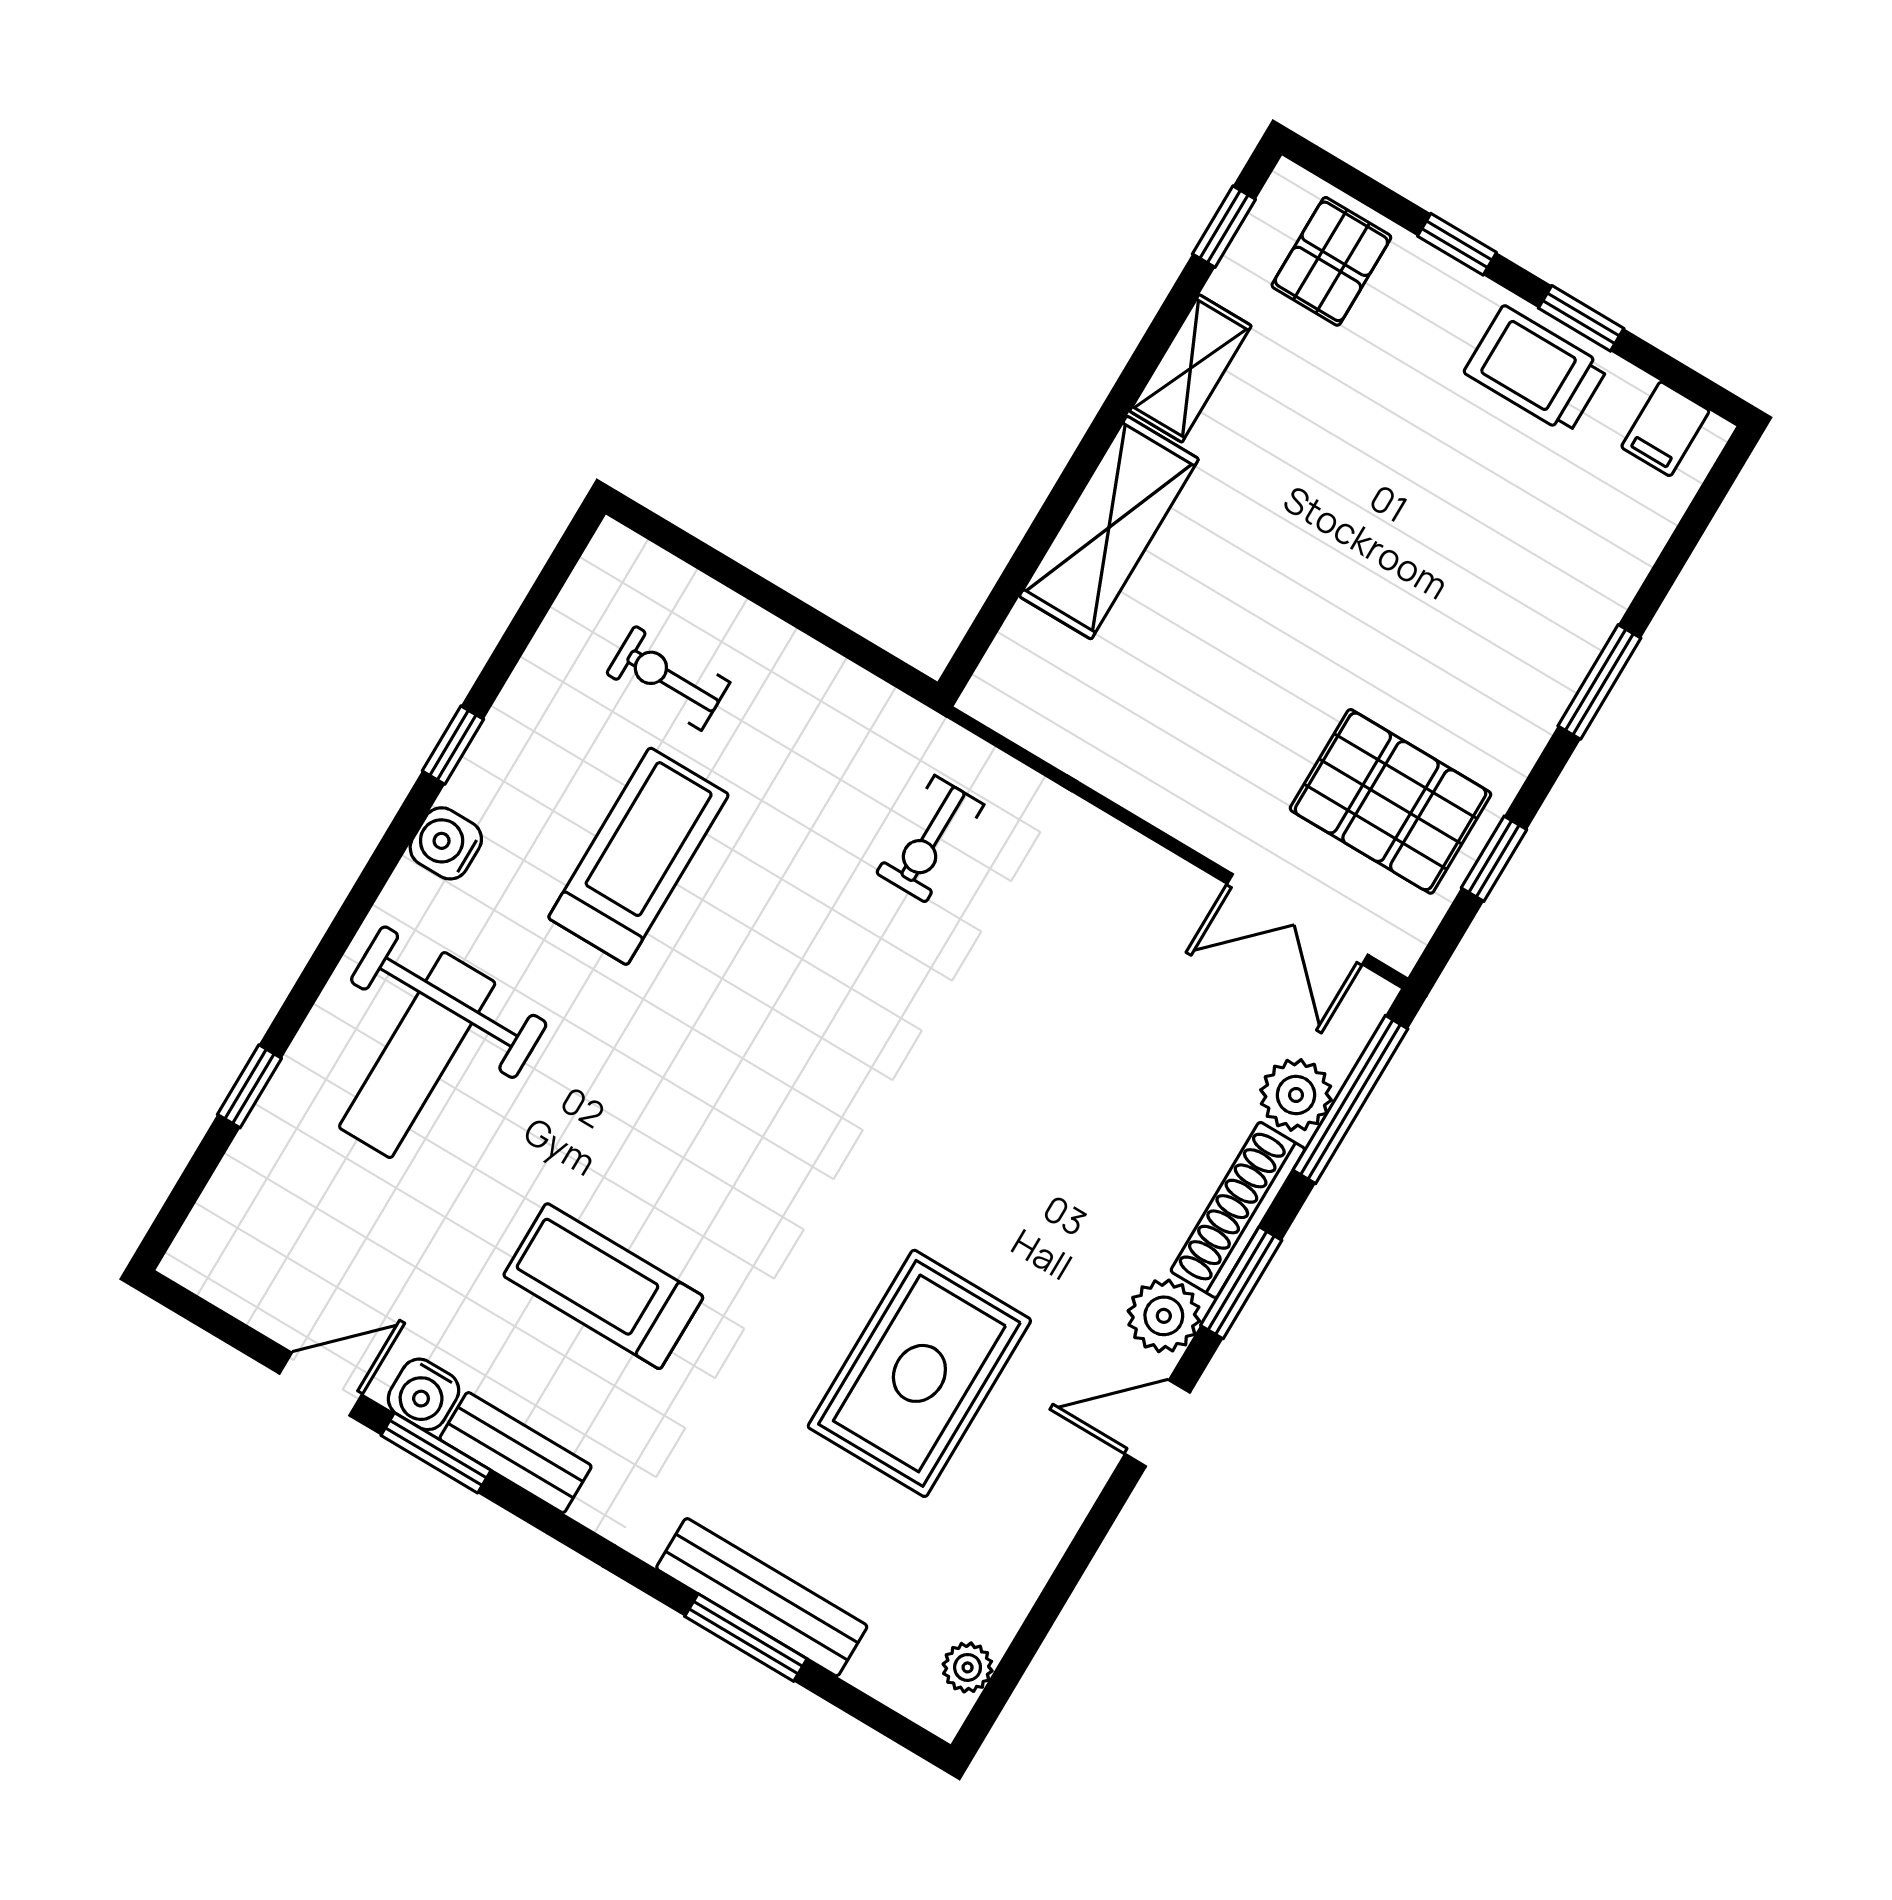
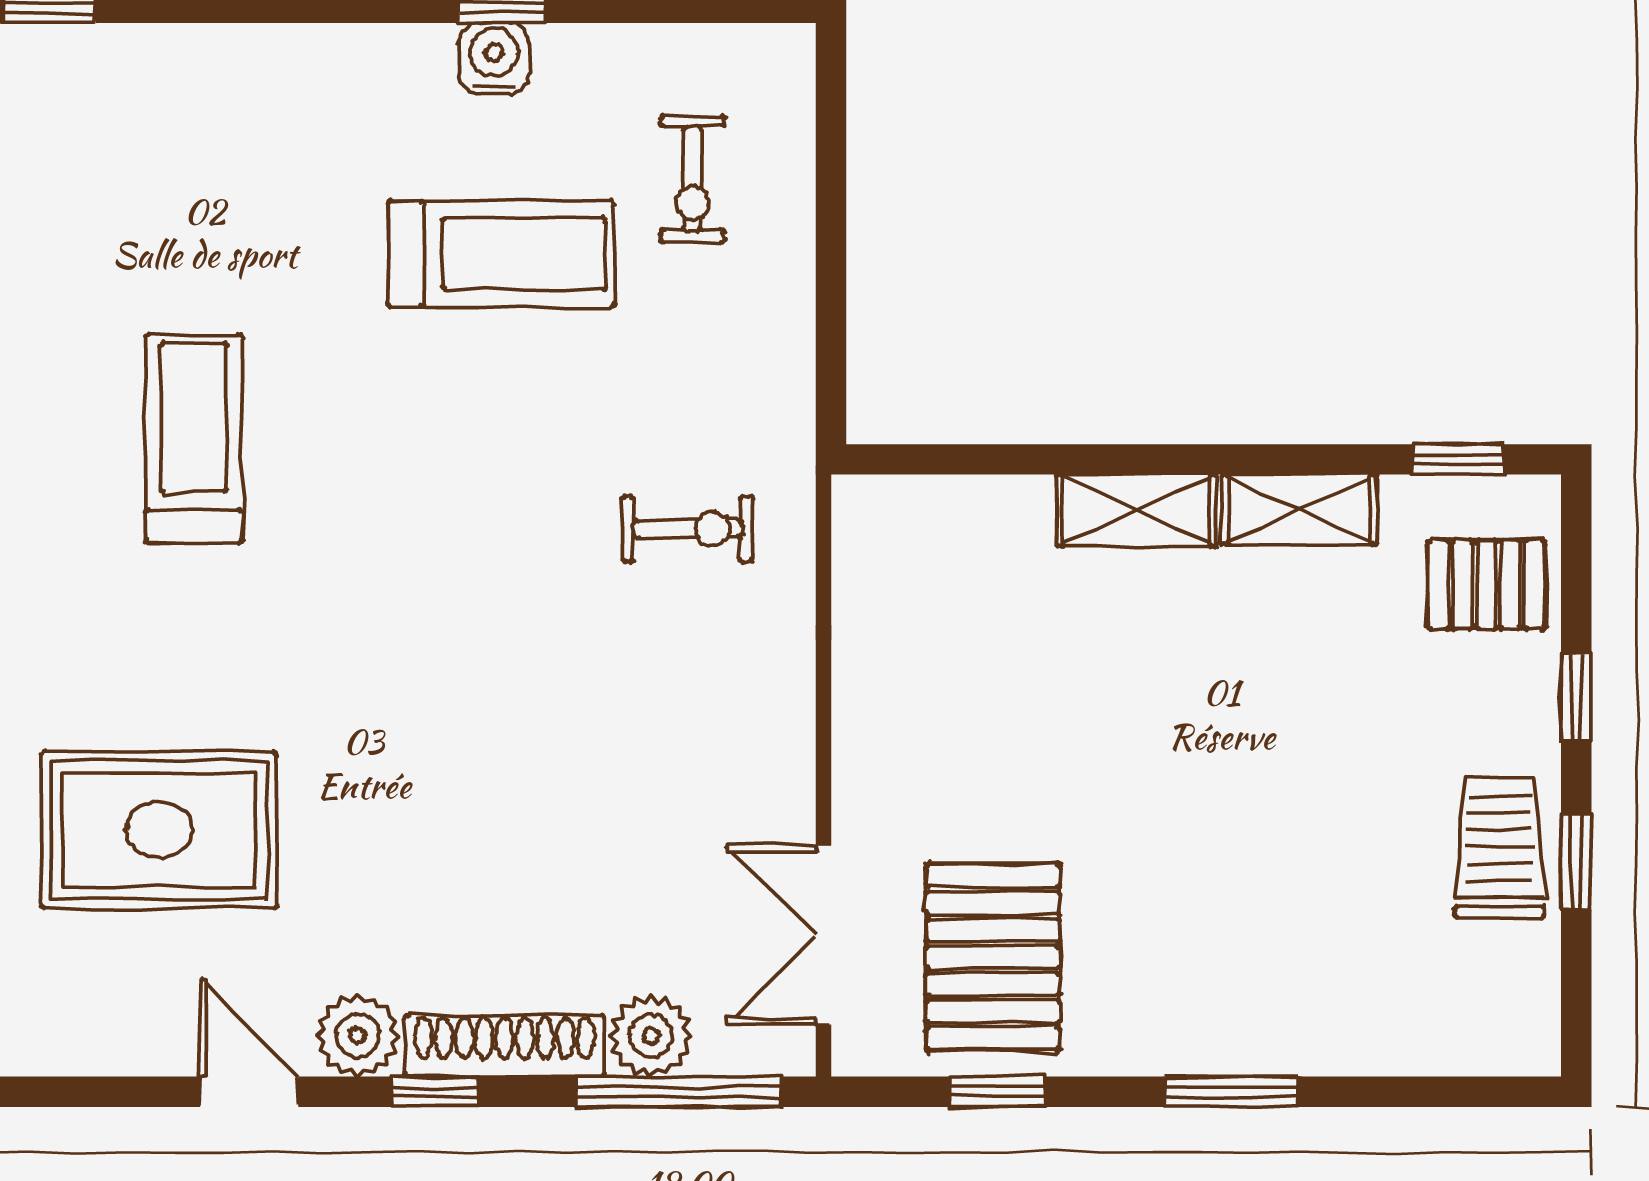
filing cabinet: (1665, 429) -> (1517, 1009), removed
shelving: (1109, 528) -> (1136, 510), width x0.67, depth x0.75
exercise bike: (668, 678) -> (692, 179), turned 180
exercise bike: (930, 839) -> (688, 529), turned 180
water cooler: (446, 843) -> (494, 58), moved
weight bench: (417, 1055) -> (178, 153), removed
window: (1241, 1283) -> (435, 1092), width x0.67
treadmill: (603, 1286) -> (194, 438), moved

